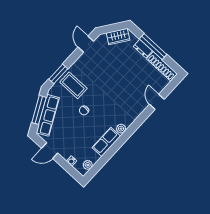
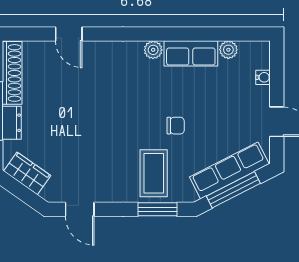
door: (86, 44) -> (80, 209), hinge flipped
door: (157, 102) -> (69, 34), hinge flipped
plant: (88, 165) -> (228, 50), moved

